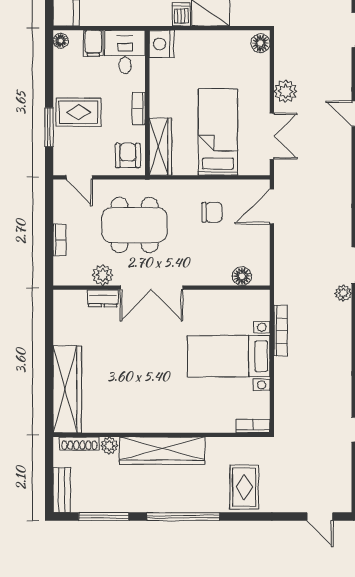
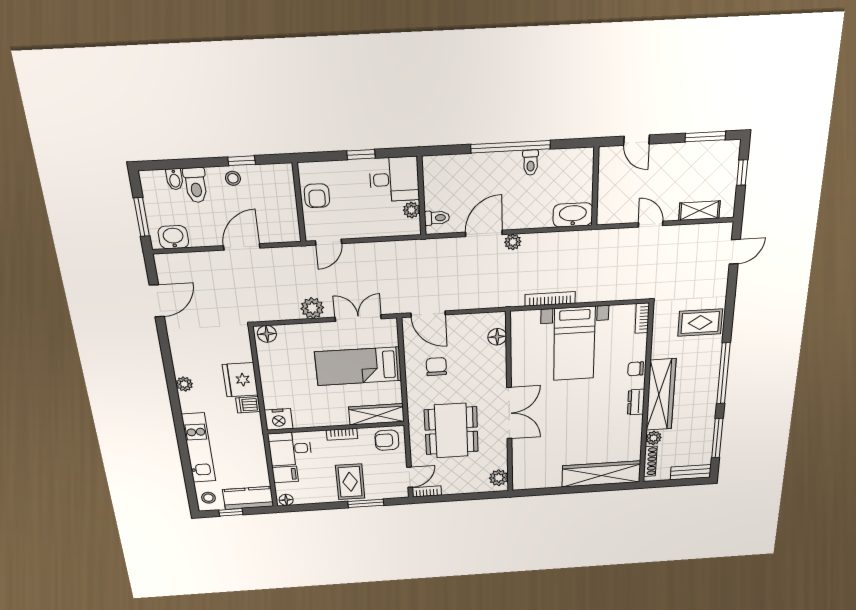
bookcase: (59, 240) -> (427, 491), moved
plant: (103, 275) -> (499, 478), moved
dresser: (103, 298) -> (636, 402), moved, turned 180
chair: (195, 422) -> (636, 369), added

